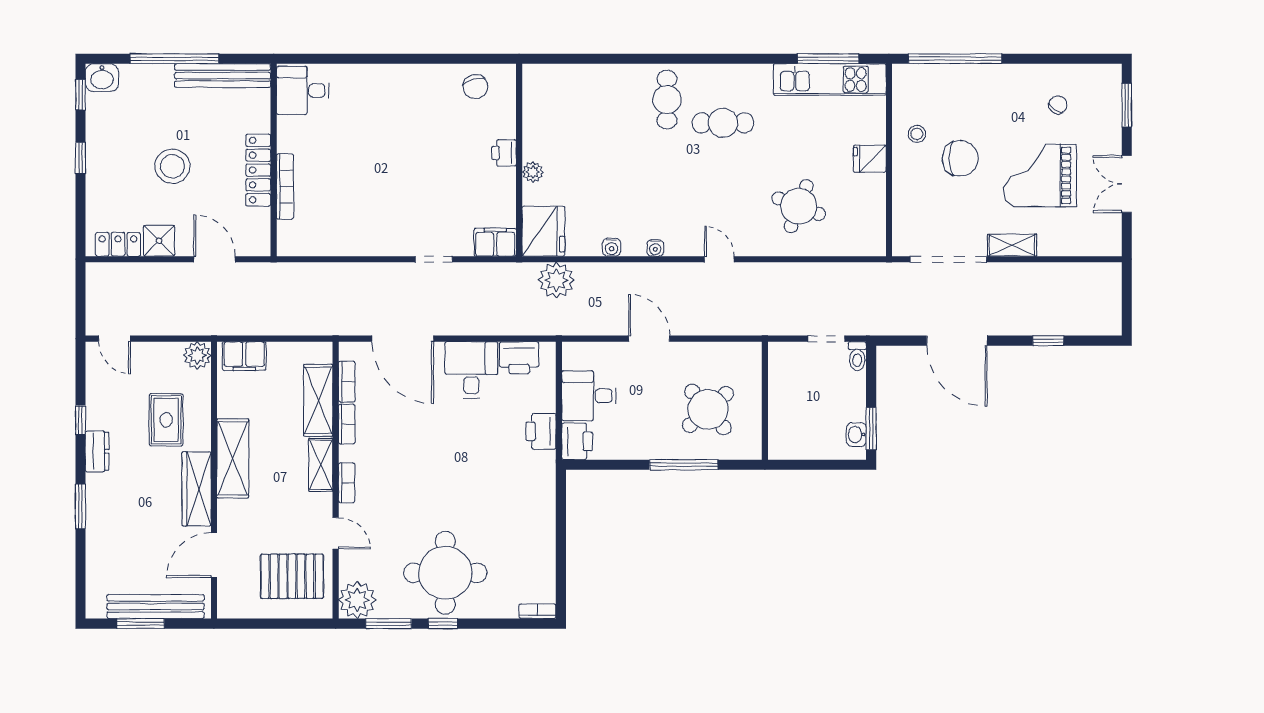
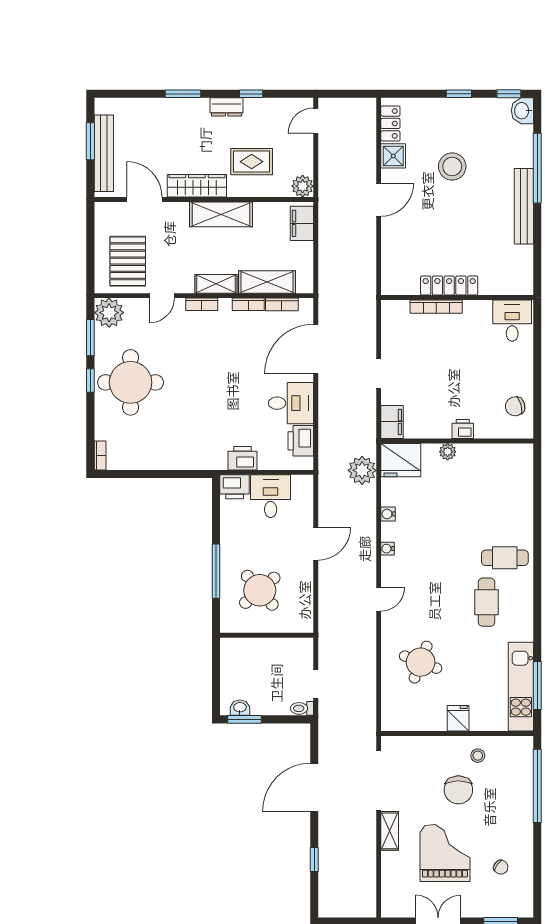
desk: (303, 90) -> (512, 321), moved
wall: (274, 160) -> (457, 298), moved
locker: (258, 170) -> (449, 286), moved
bookcase: (285, 187) -> (436, 307), moved

